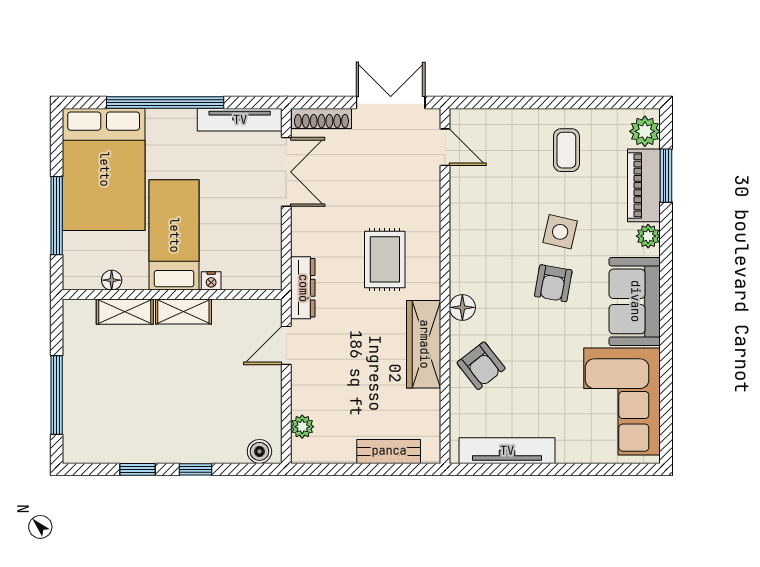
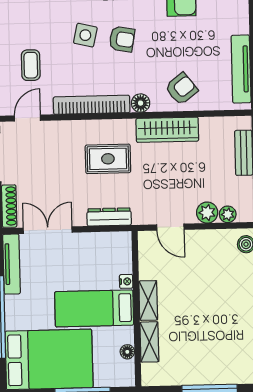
coffee table: (566, 150) -> (31, 65), moved, turned 90
bookcase: (462, 238) -> (92, 105), added
dresser: (303, 288) -> (109, 217), moved
plant: (305, 398) -> (207, 213), added

